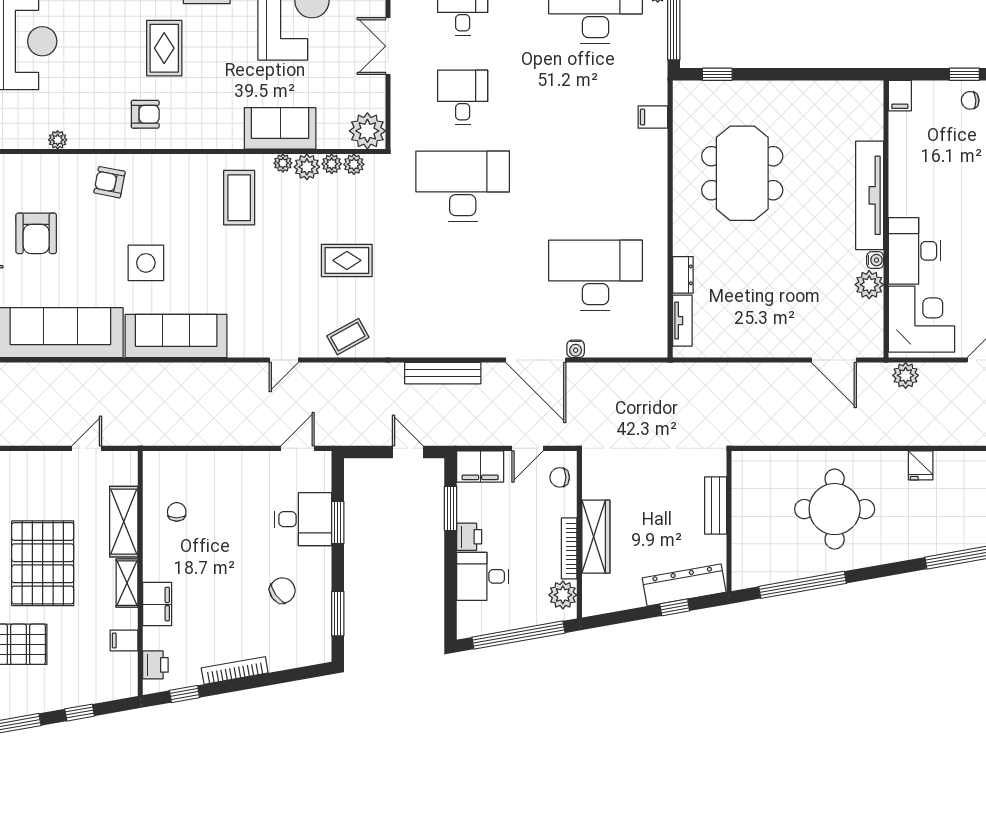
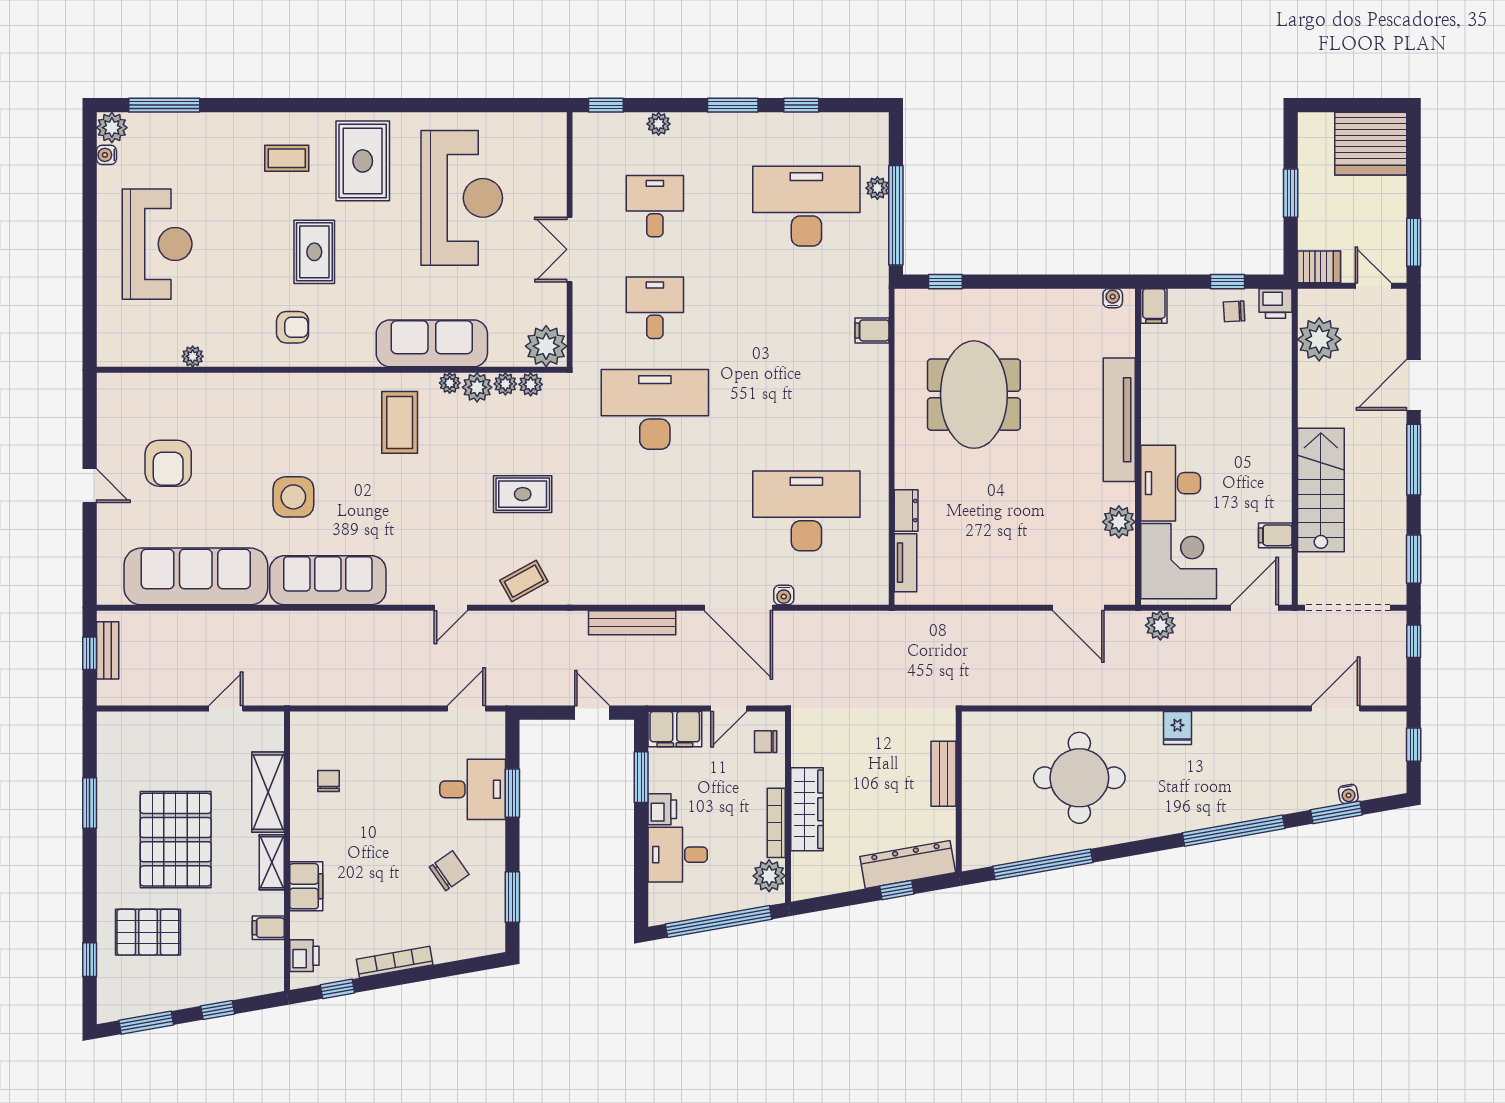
sofa: (280, 128) -> (432, 343), width x1.36
armchair: (109, 182) -> (252, 405), removed
water cooler: (875, 260) -> (1113, 298), moved, turned -90

